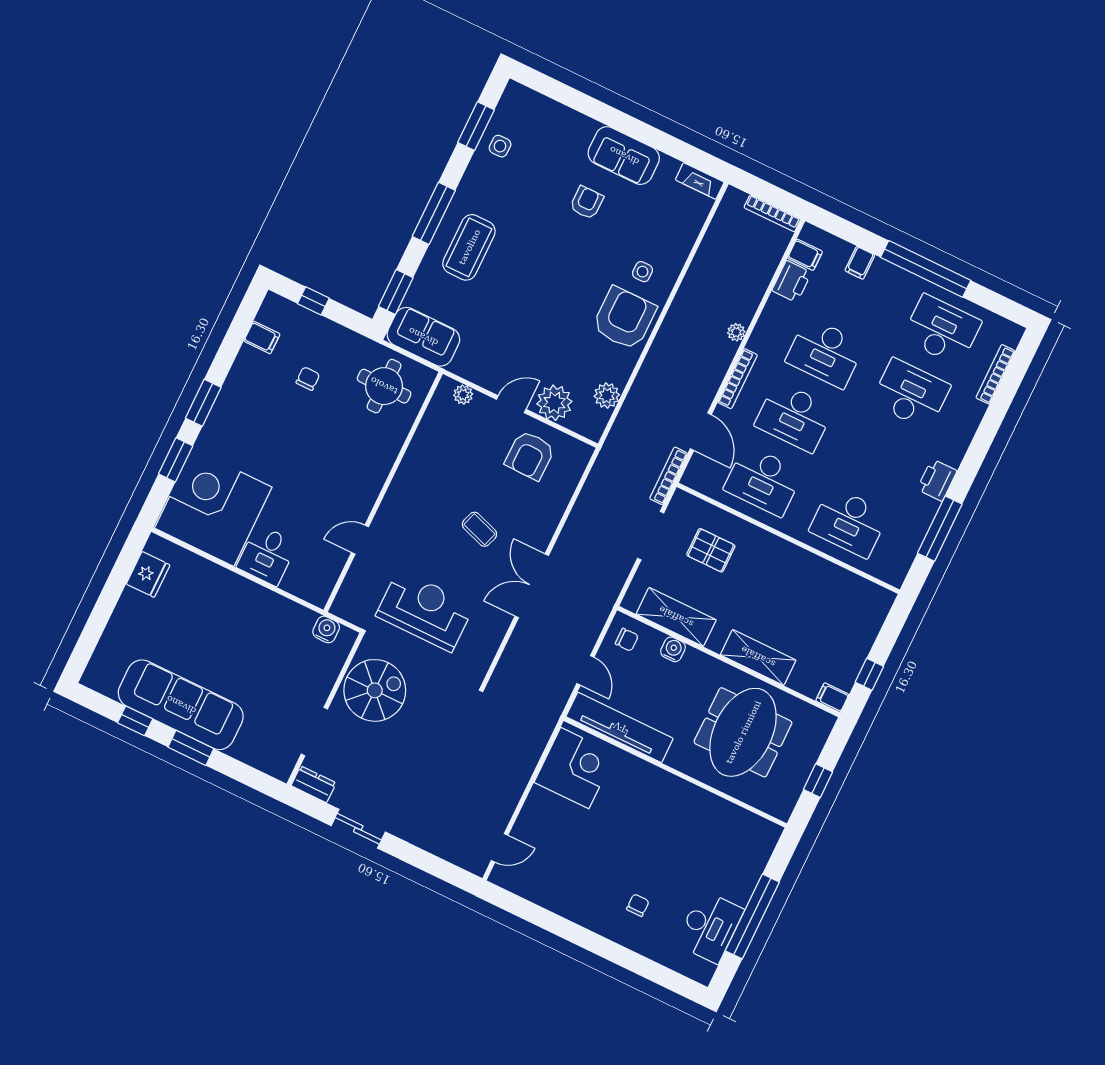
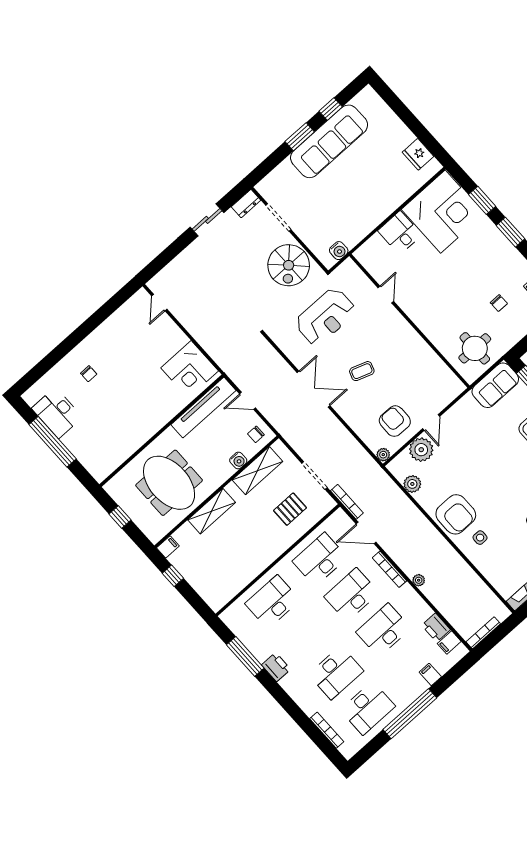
plant: (463, 395) -> (383, 455), moved

